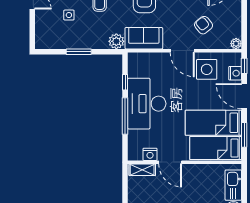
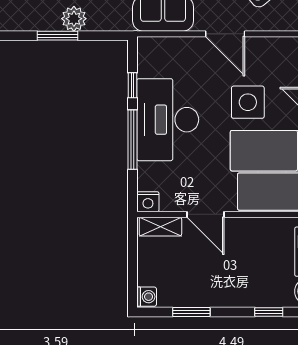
plant: (116, 41) -> (74, 19), moved
side table: (207, 69) -> (248, 102), moved
nightstand: (150, 154) -> (148, 202), moved

